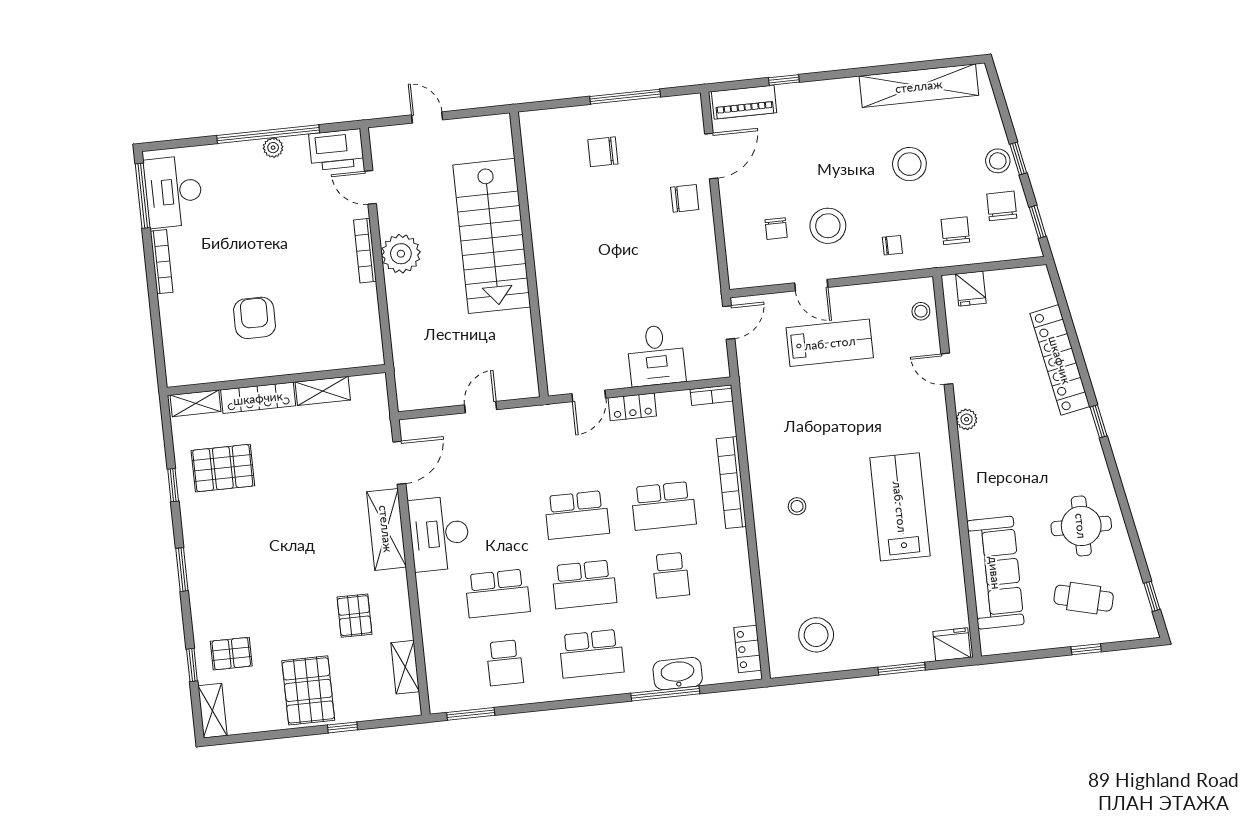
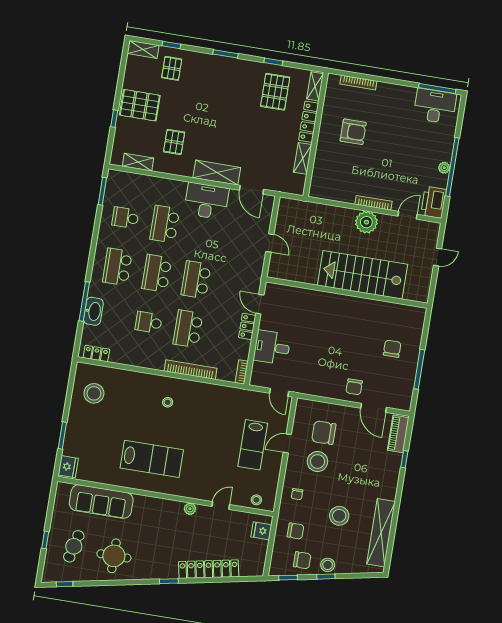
chair: (776, 229) -> (324, 433), width x1.87, depth x1.87
bookcase: (162, 262) -> (358, 83), moved
pallet: (354, 616) -> (174, 142), turned 90

